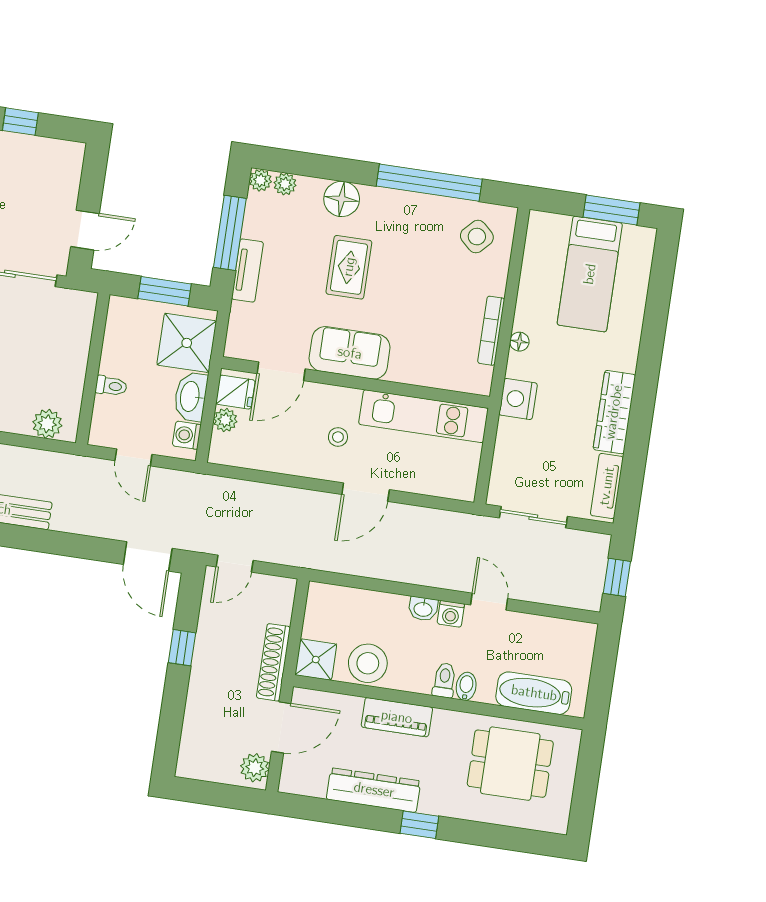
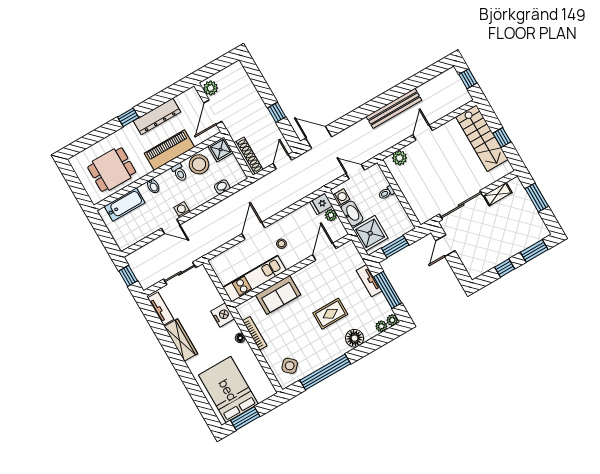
rug: (349, 267) -> (330, 314), turned 90
bed: (590, 274) -> (228, 390), width x1.50
sofa: (350, 353) -> (278, 295), moved
fridge: (235, 392) -> (321, 204), moved
washbasin: (423, 609) -> (222, 187), moved
shoe rack: (273, 662) -> (248, 156), moved
toilet: (444, 680) -> (179, 172), moved
piano: (397, 717) -> (169, 150), width x1.37, depth x1.33

